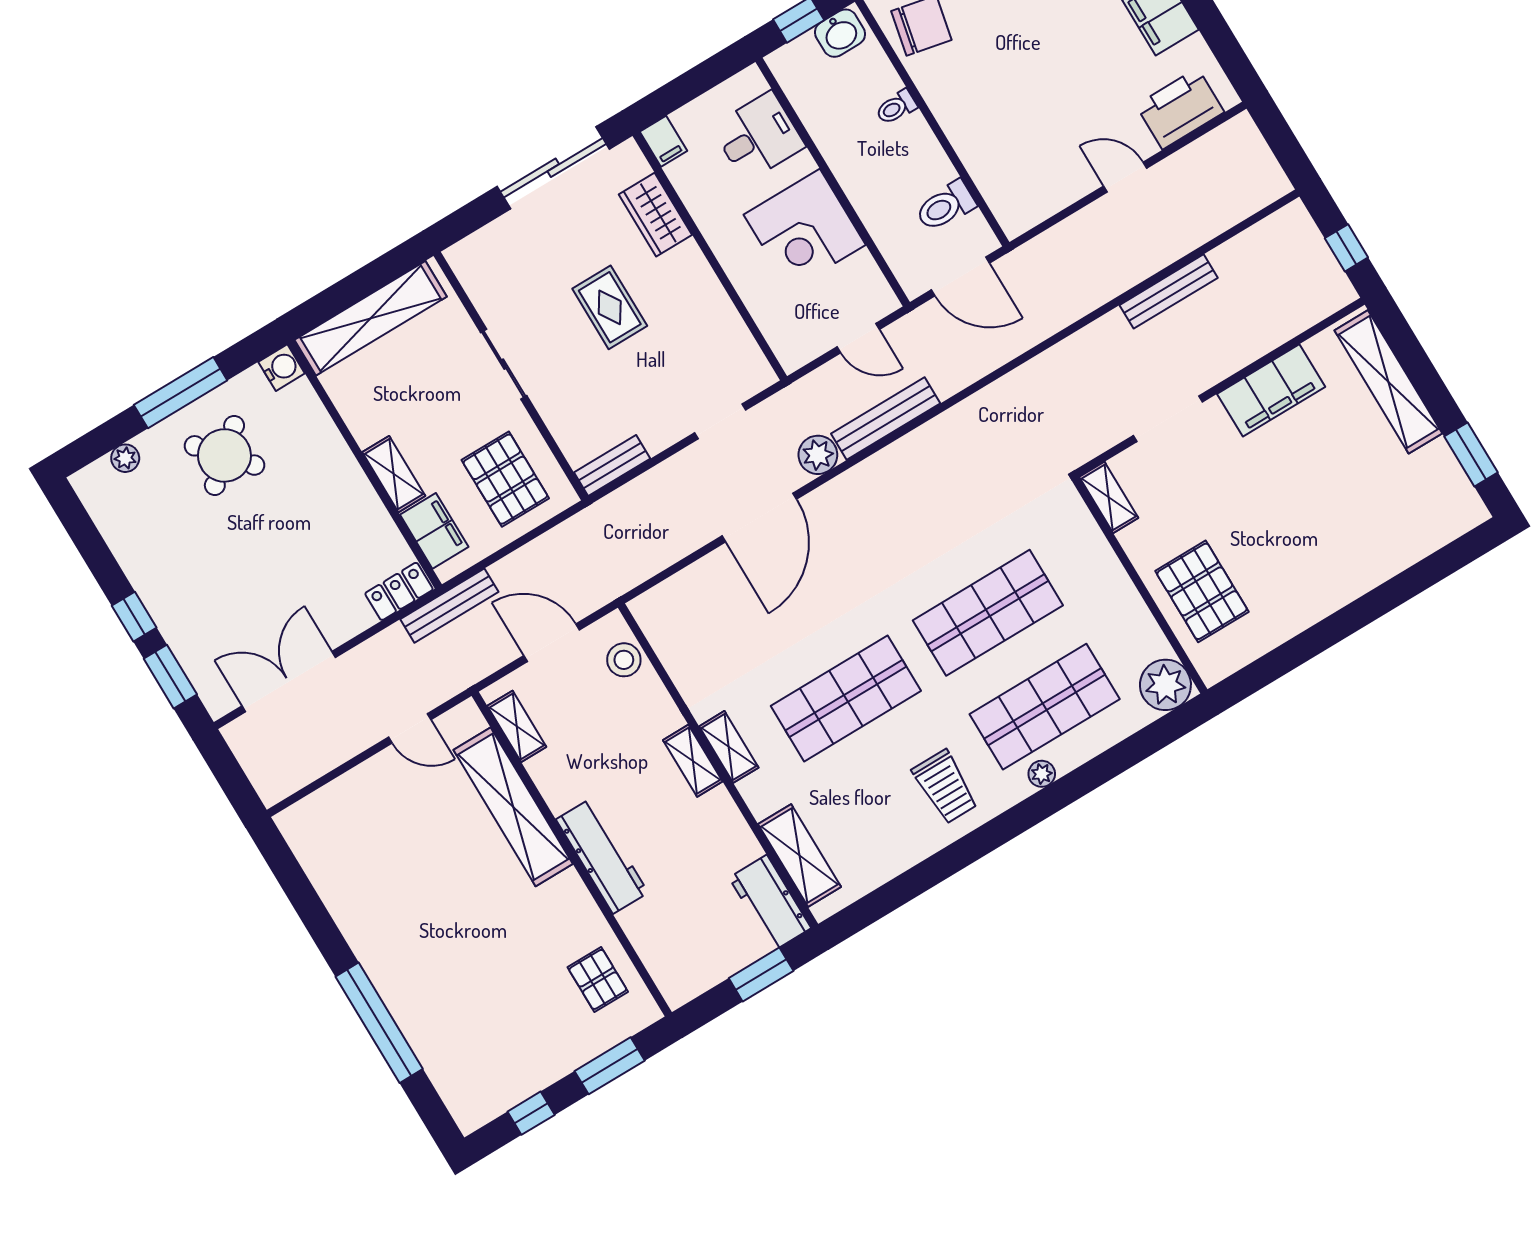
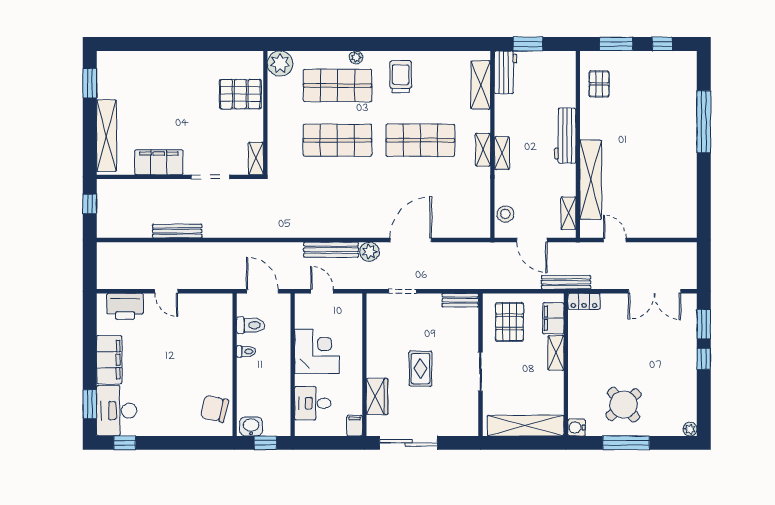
toilet: (896, 107) -> (246, 352), moved
plant: (125, 458) -> (690, 429), moved
pallet: (1202, 591) -> (240, 94), turned 90

